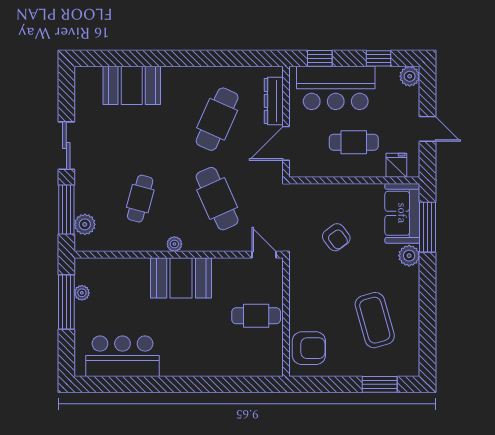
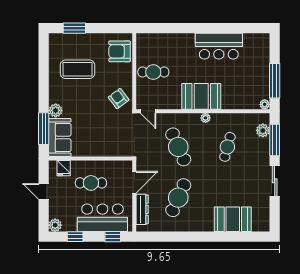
armchair: (336, 237) -> (119, 99), moved
plant: (82, 293) -> (265, 104), moved
coffee table: (375, 320) -> (77, 69), turned -74
bar counter: (122, 356) -> (219, 46), moved

